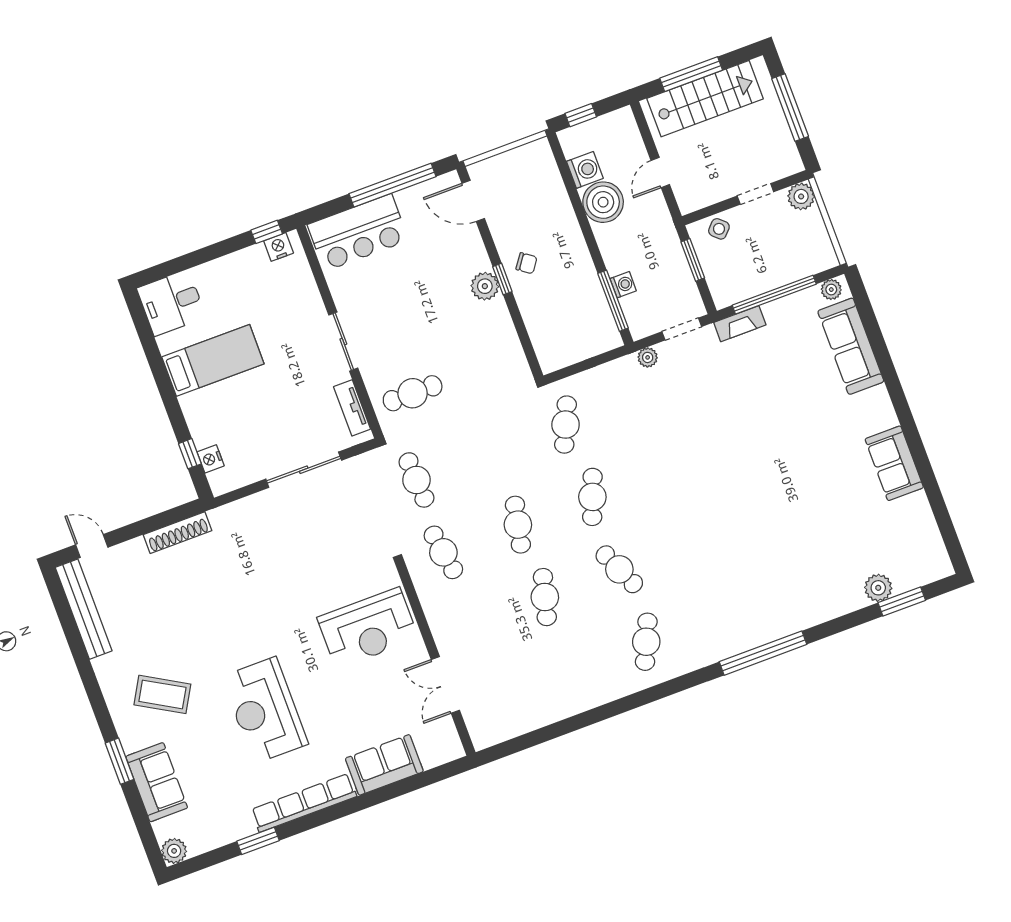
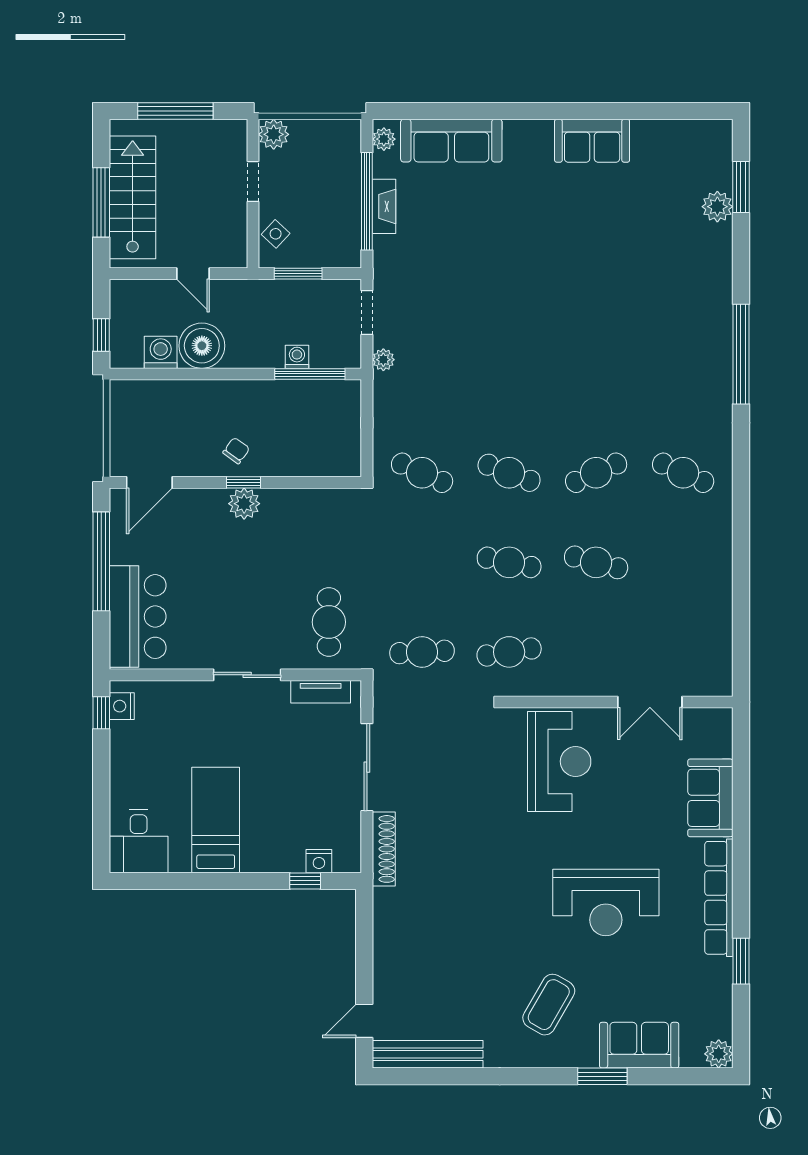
fireplace: (740, 324) -> (384, 206), moved
shoe rack: (178, 533) -> (384, 849), moved

